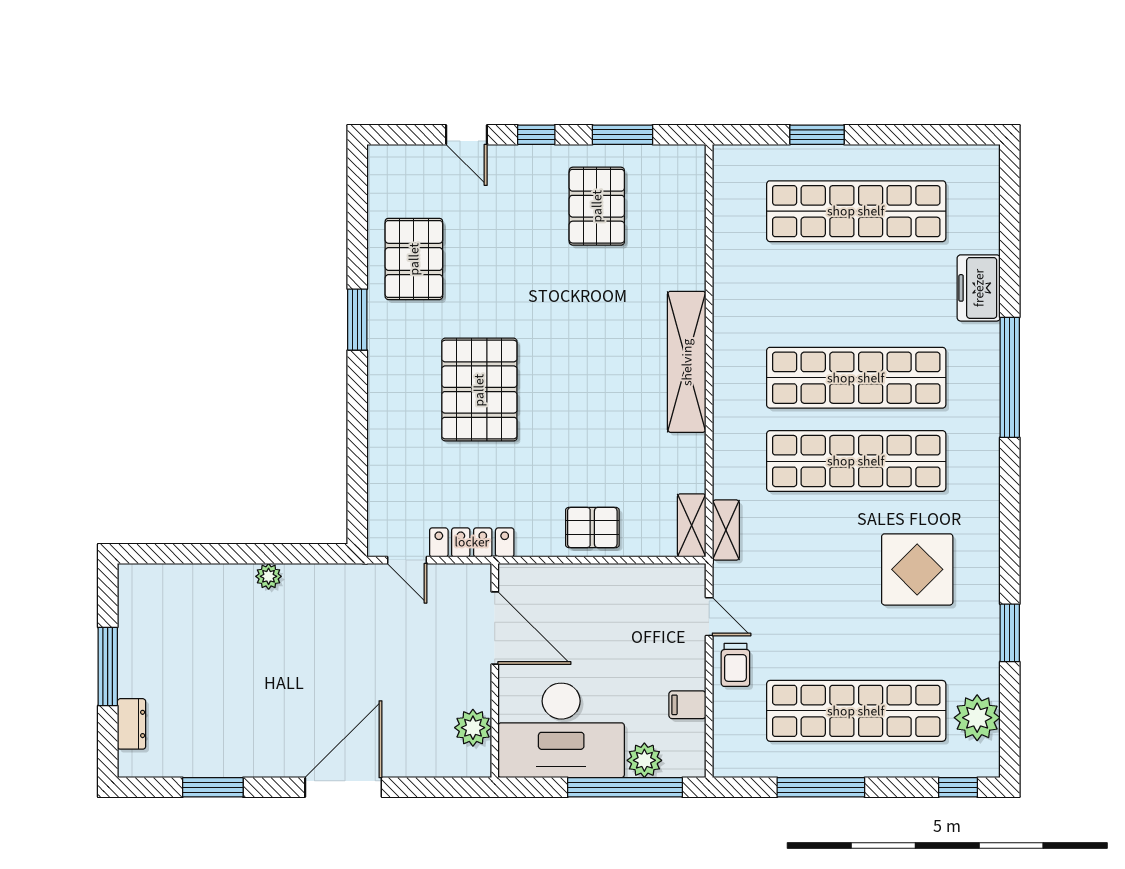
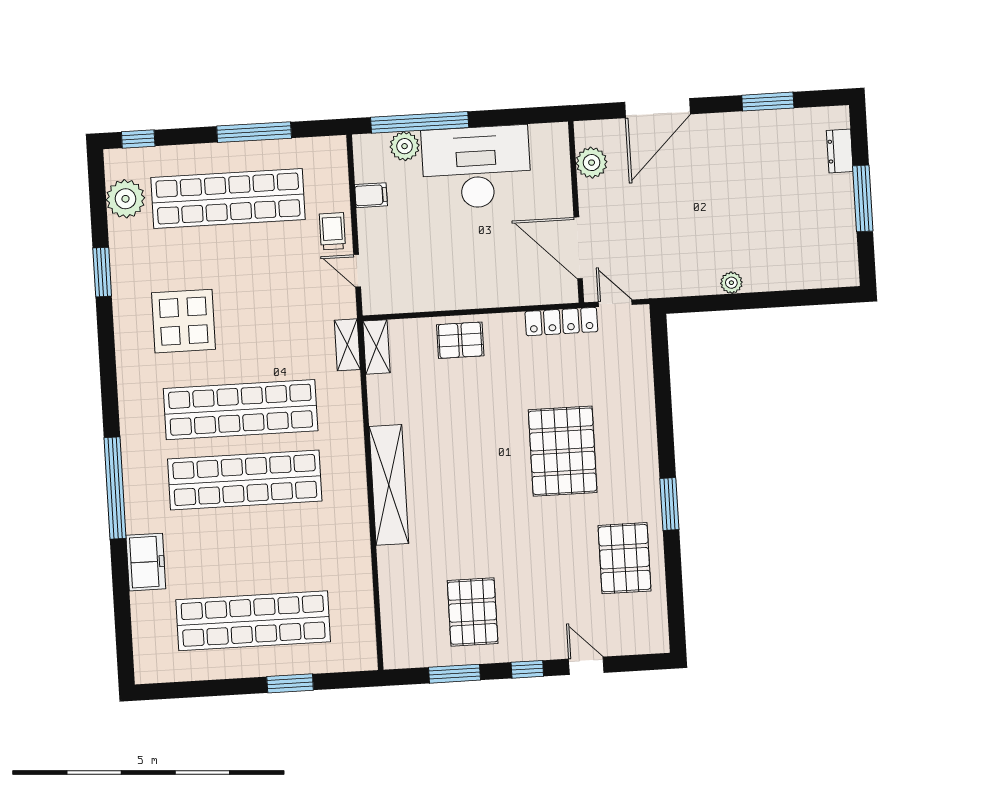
door: (495, 628) -> (578, 248), moved
wall: (495, 671) -> (576, 212), moved
plant: (473, 728) -> (592, 163), moved

